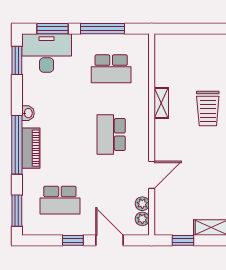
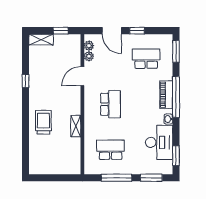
desk: (47, 53) -> (159, 142), moved, turned -90

